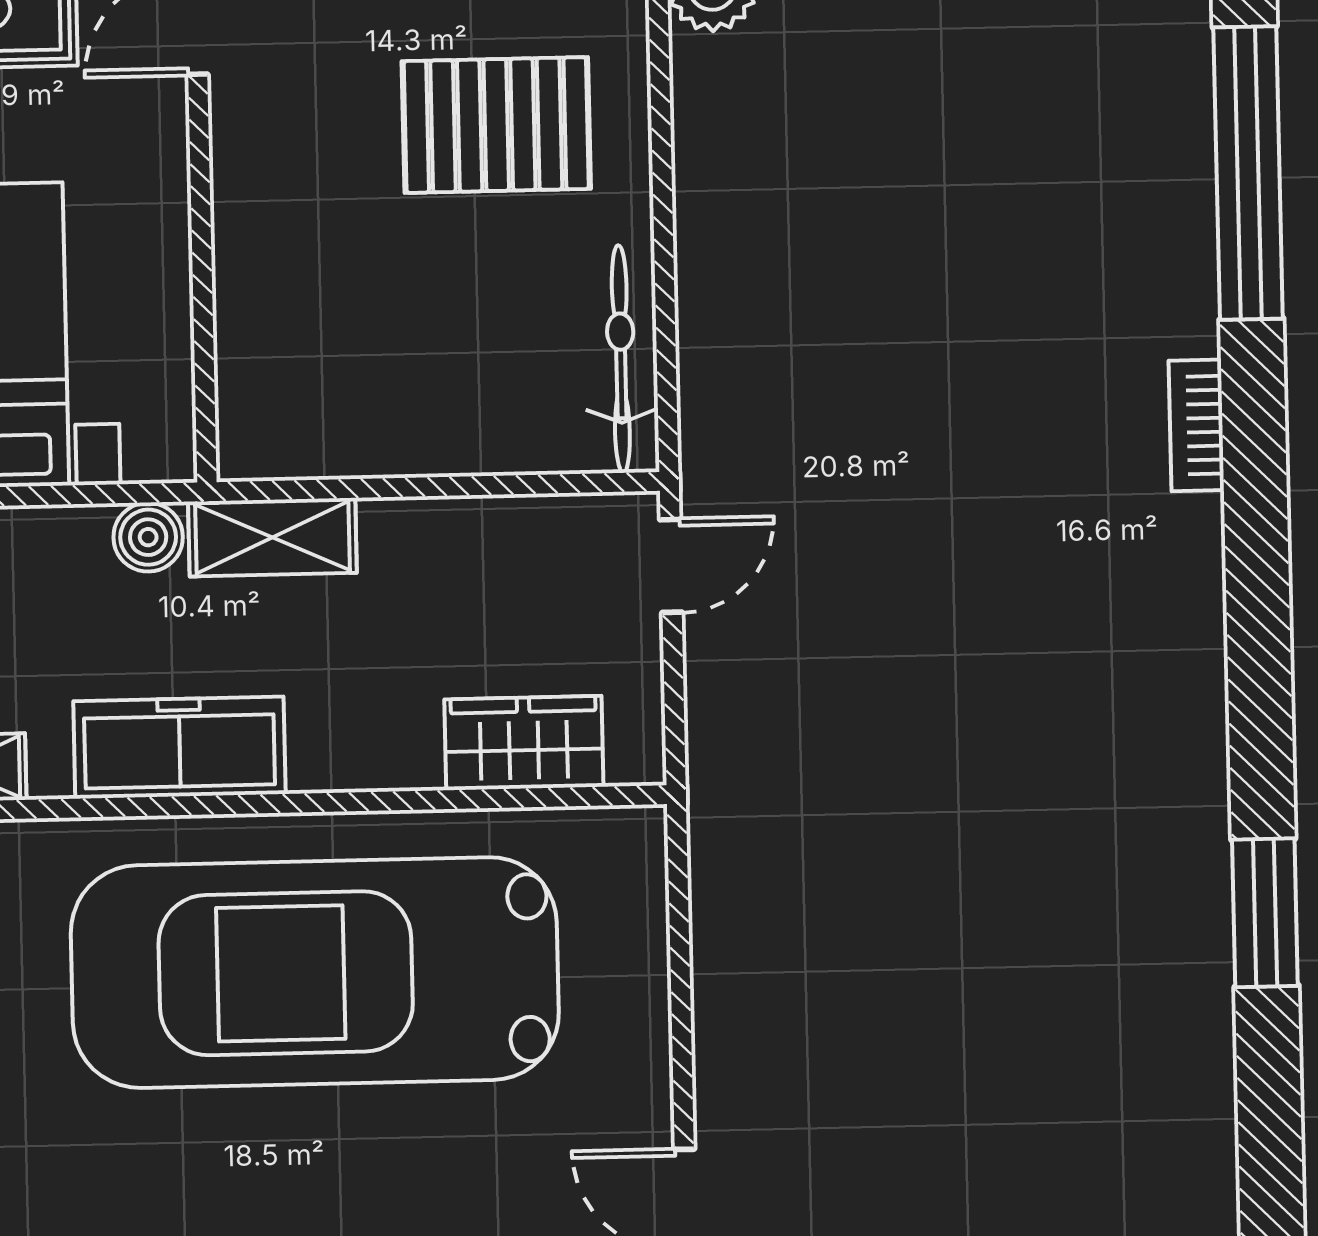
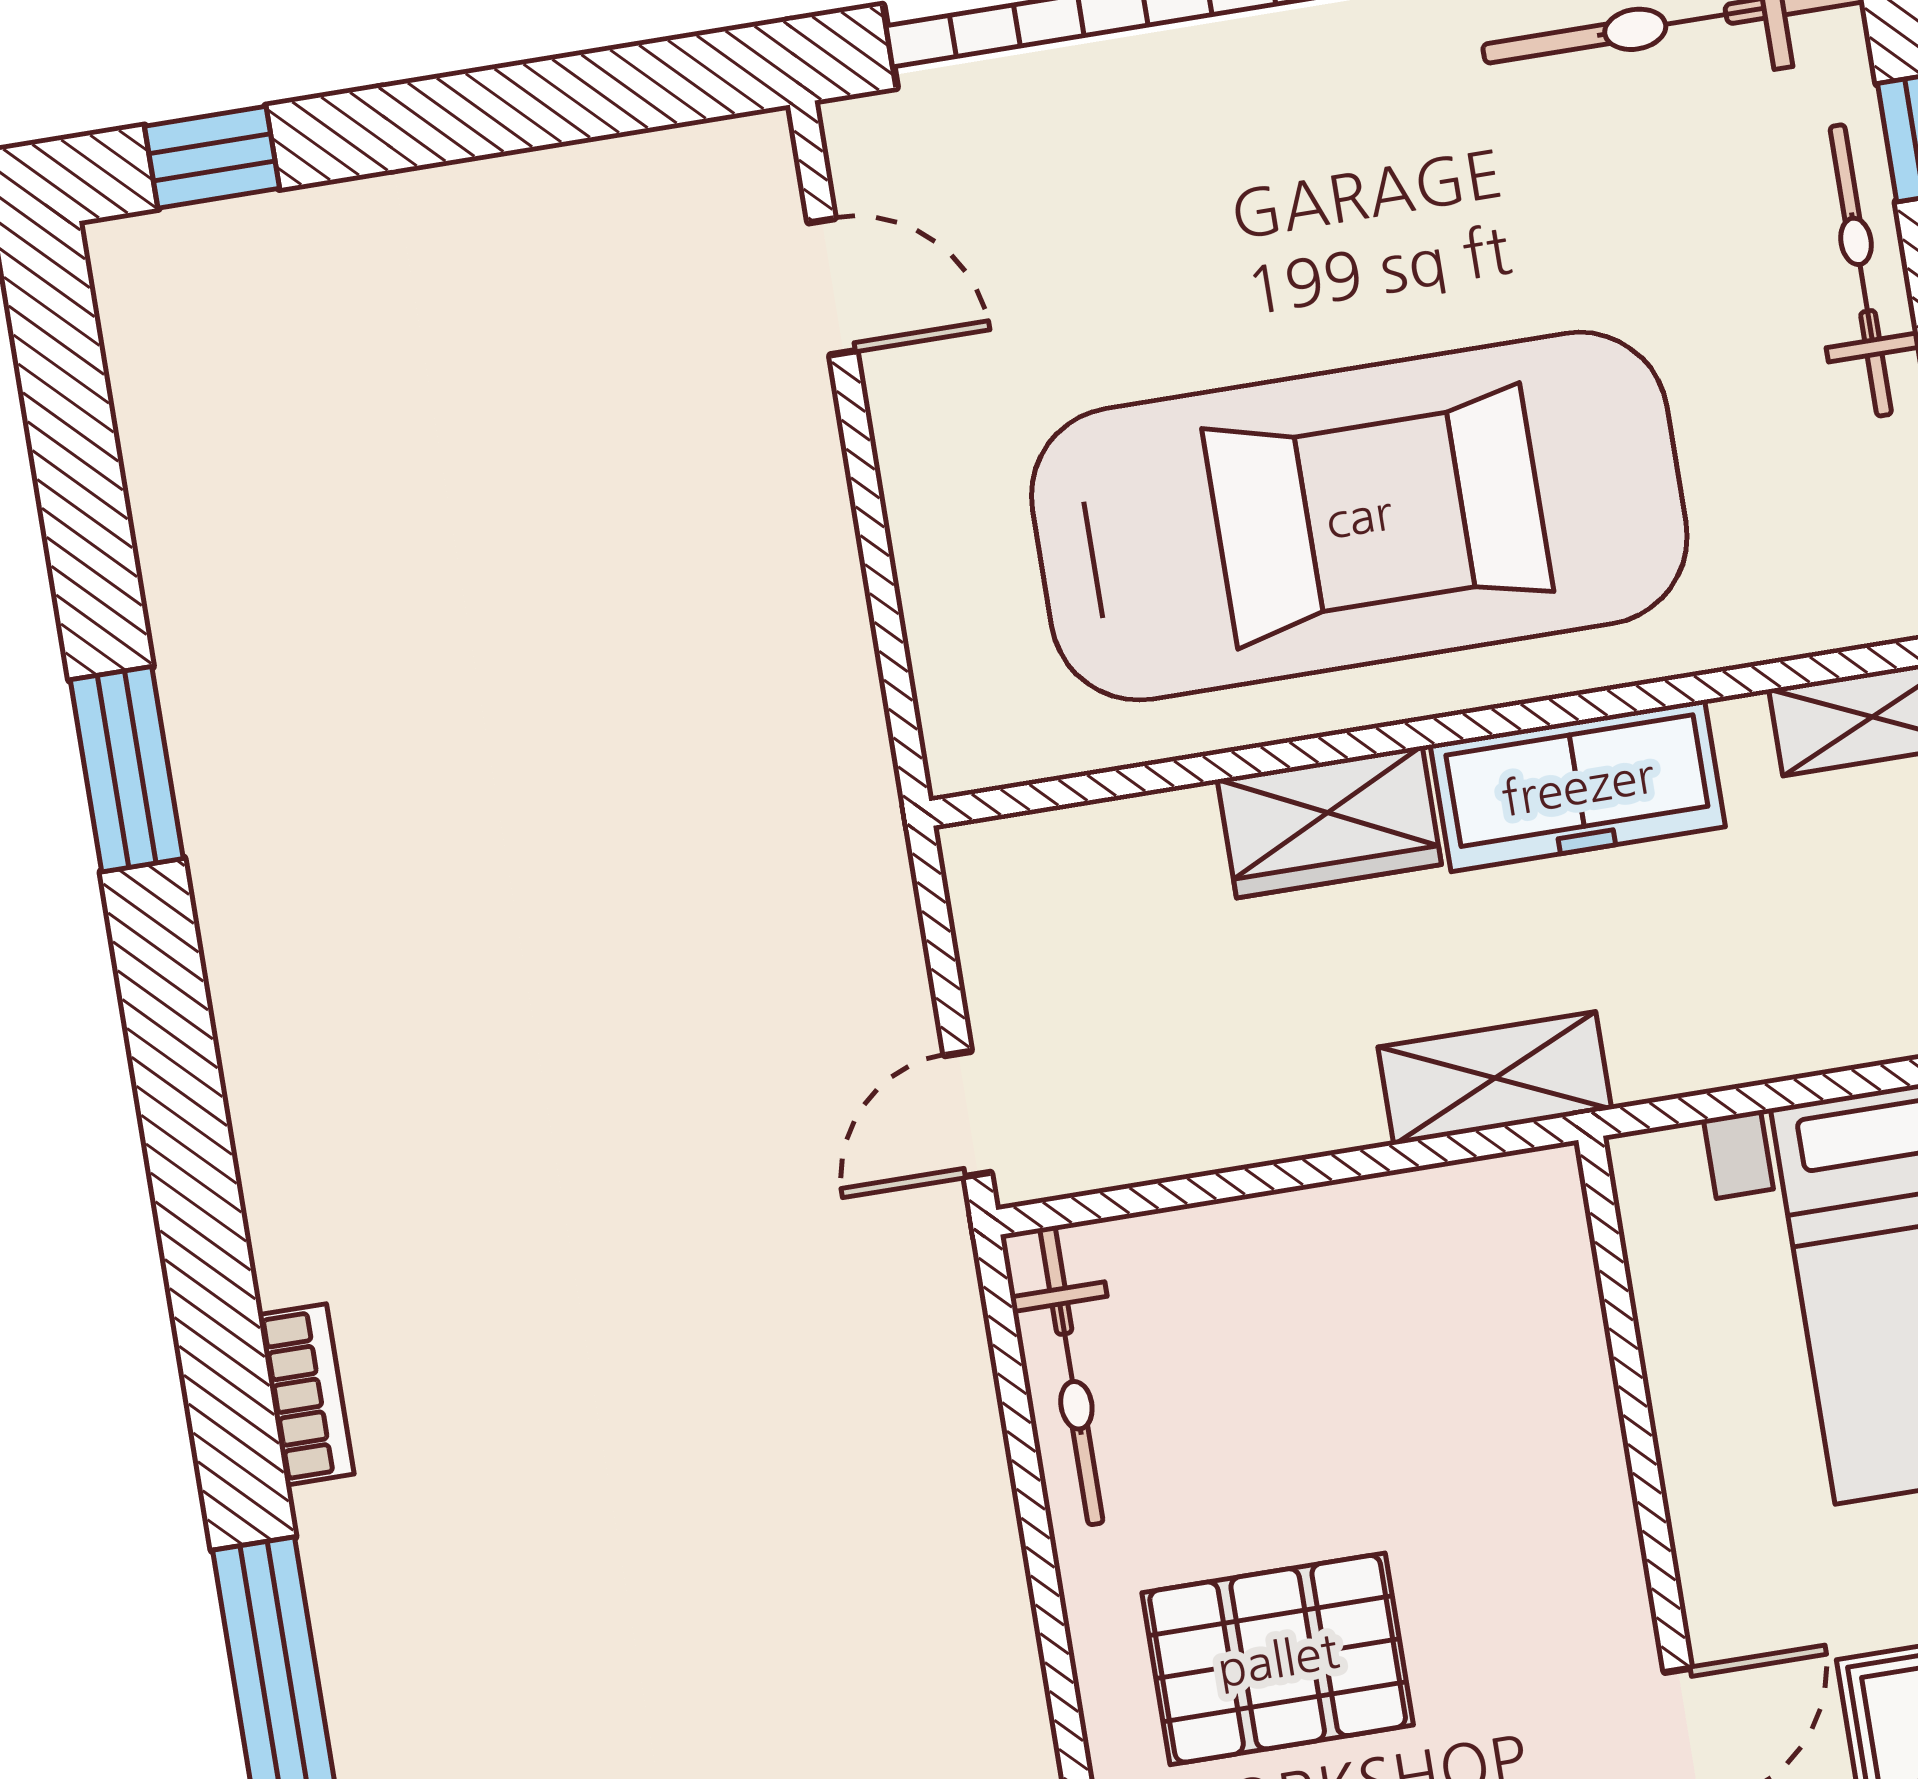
boiler: (148, 537) -> (1657, 1055), removed
wardrobe: (524, 743) -> (1329, 822), moved

